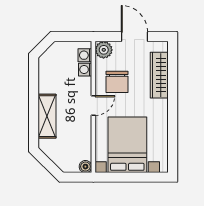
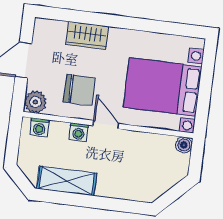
washing machine: (85, 70) -> (79, 132), moved
wardrobe: (159, 75) -> (87, 35), width x0.67
shelving: (47, 116) -> (67, 181), moved

